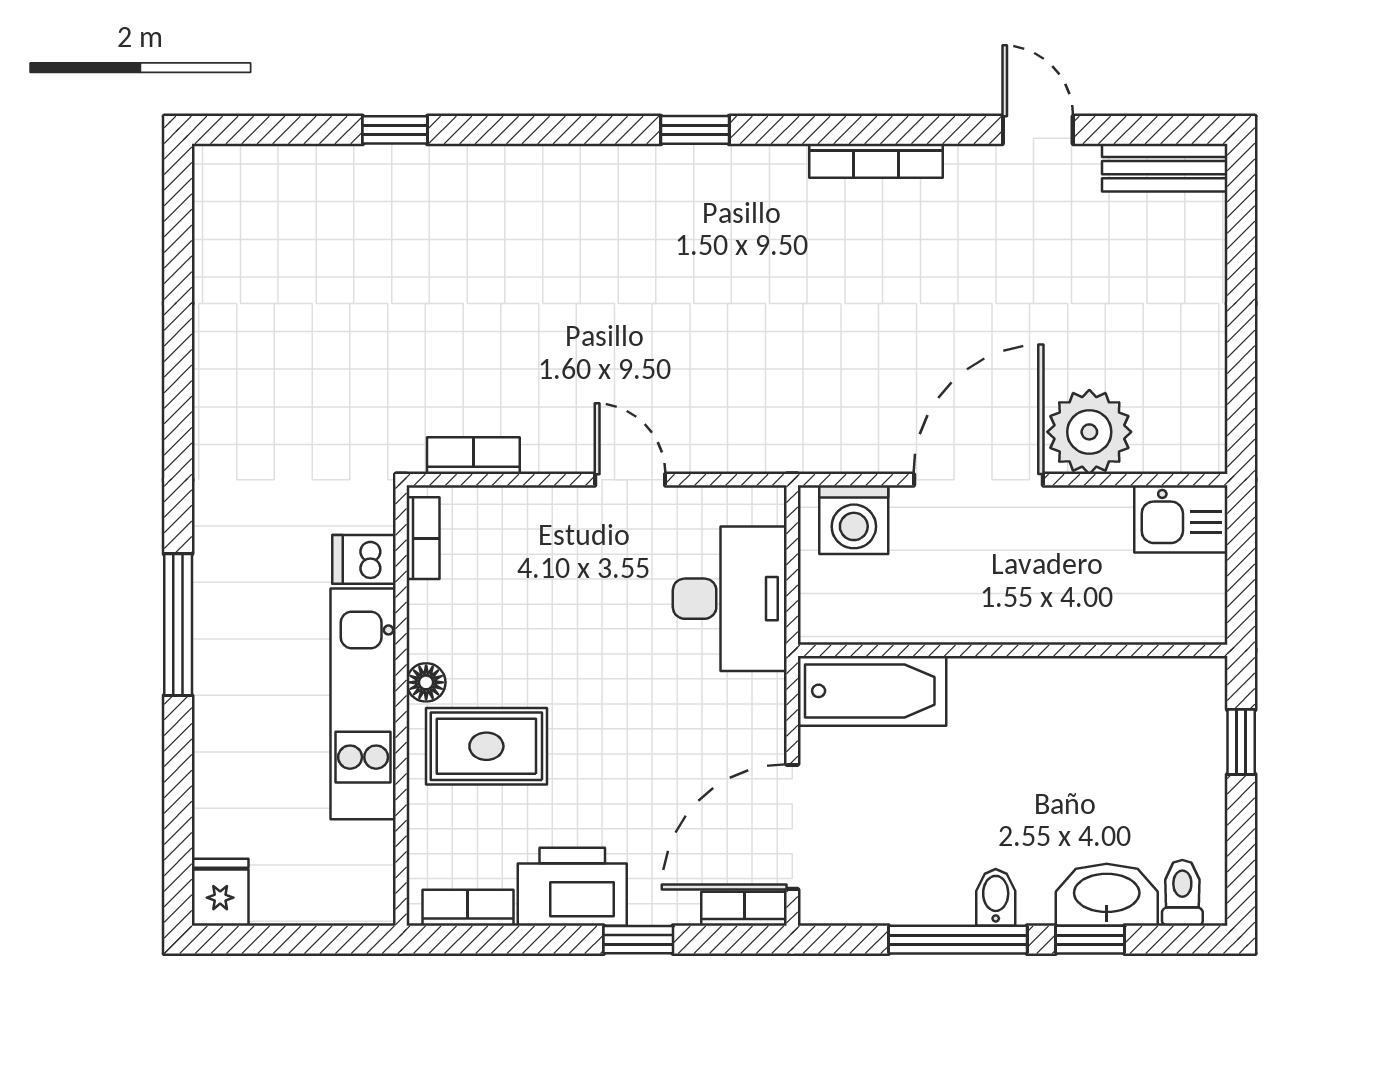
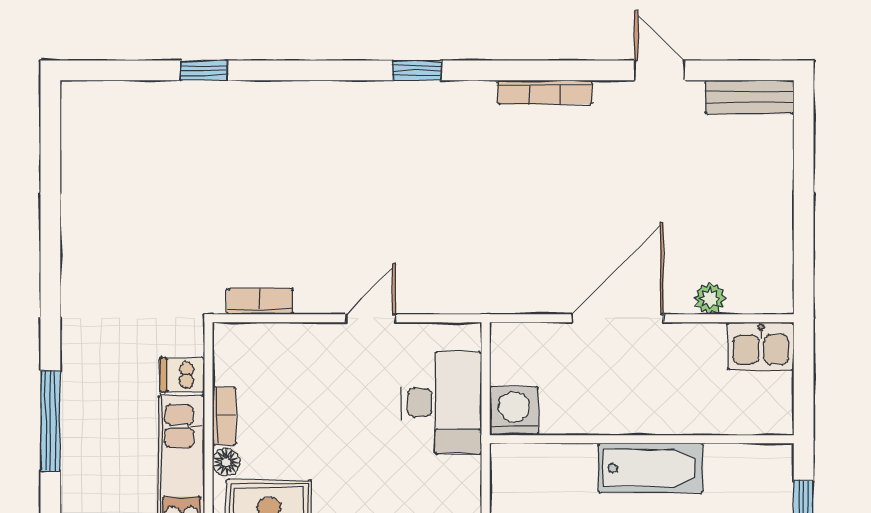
plant: (1089, 432) -> (710, 298), width x0.53, depth x0.53
door: (630, 480) -> (371, 318), hinge flipped
washing machine: (854, 520) -> (514, 411), moved, turned 180
bookcase: (423, 538) -> (224, 416), moved
bathtub: (872, 691) -> (651, 468), moved

